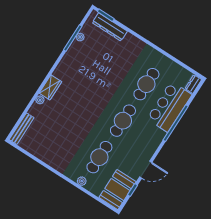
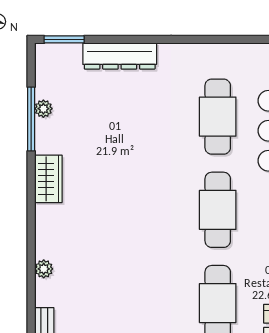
dresser: (110, 27) -> (120, 56), moved
wardrobe: (50, 87) -> (48, 179), moved

